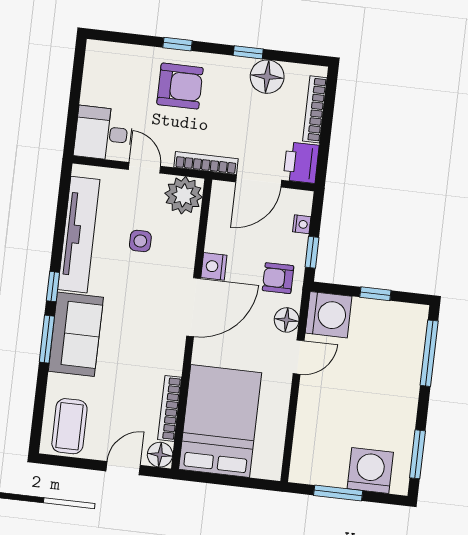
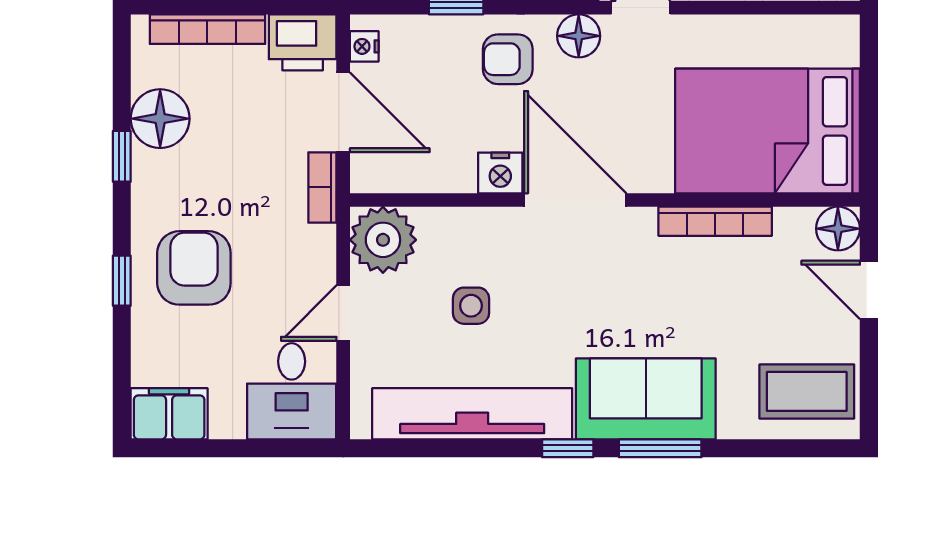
filing cabinet: (99, 62) -> (169, 414), added
bookcase: (206, 163) -> (322, 187), width x0.64
nightstand: (302, 224) -> (364, 46), moved, turned -90
armchair: (278, 278) -> (508, 59), turned 90
bookcase: (170, 408) -> (715, 221), moved

